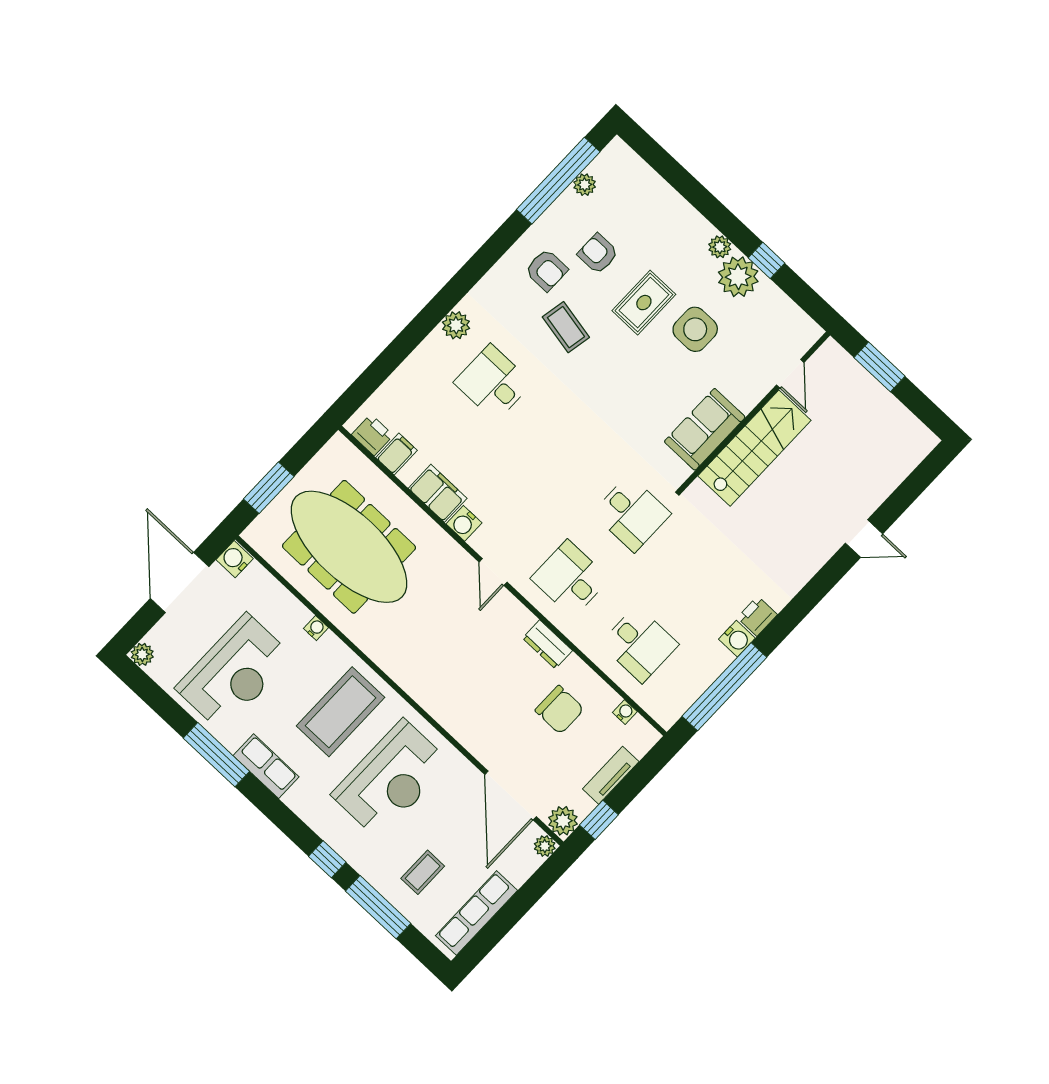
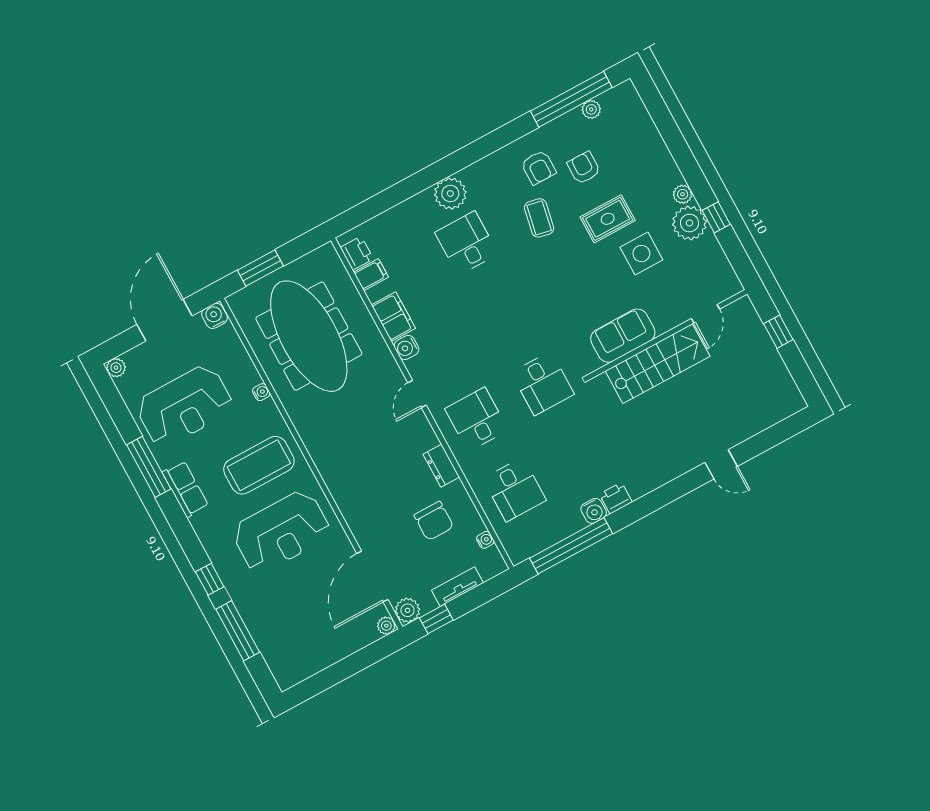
plant: (456, 325) -> (450, 193), width x1.36, depth x1.36
window: (879, 367) -> (778, 332), width x0.67
coffee table: (423, 872) -> (282, 615), removed
row of seats: (477, 913) -> (315, 661), removed

